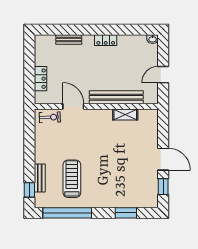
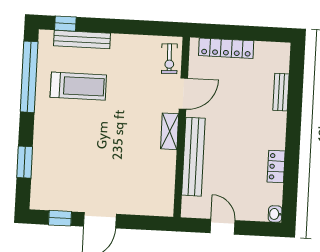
locker: (106, 40) -> (276, 166), moved
locker: (41, 79) -> (226, 48), width x1.53
shelving: (125, 114) -> (170, 131), moved
bench: (40, 178) -> (82, 39), width x1.36

